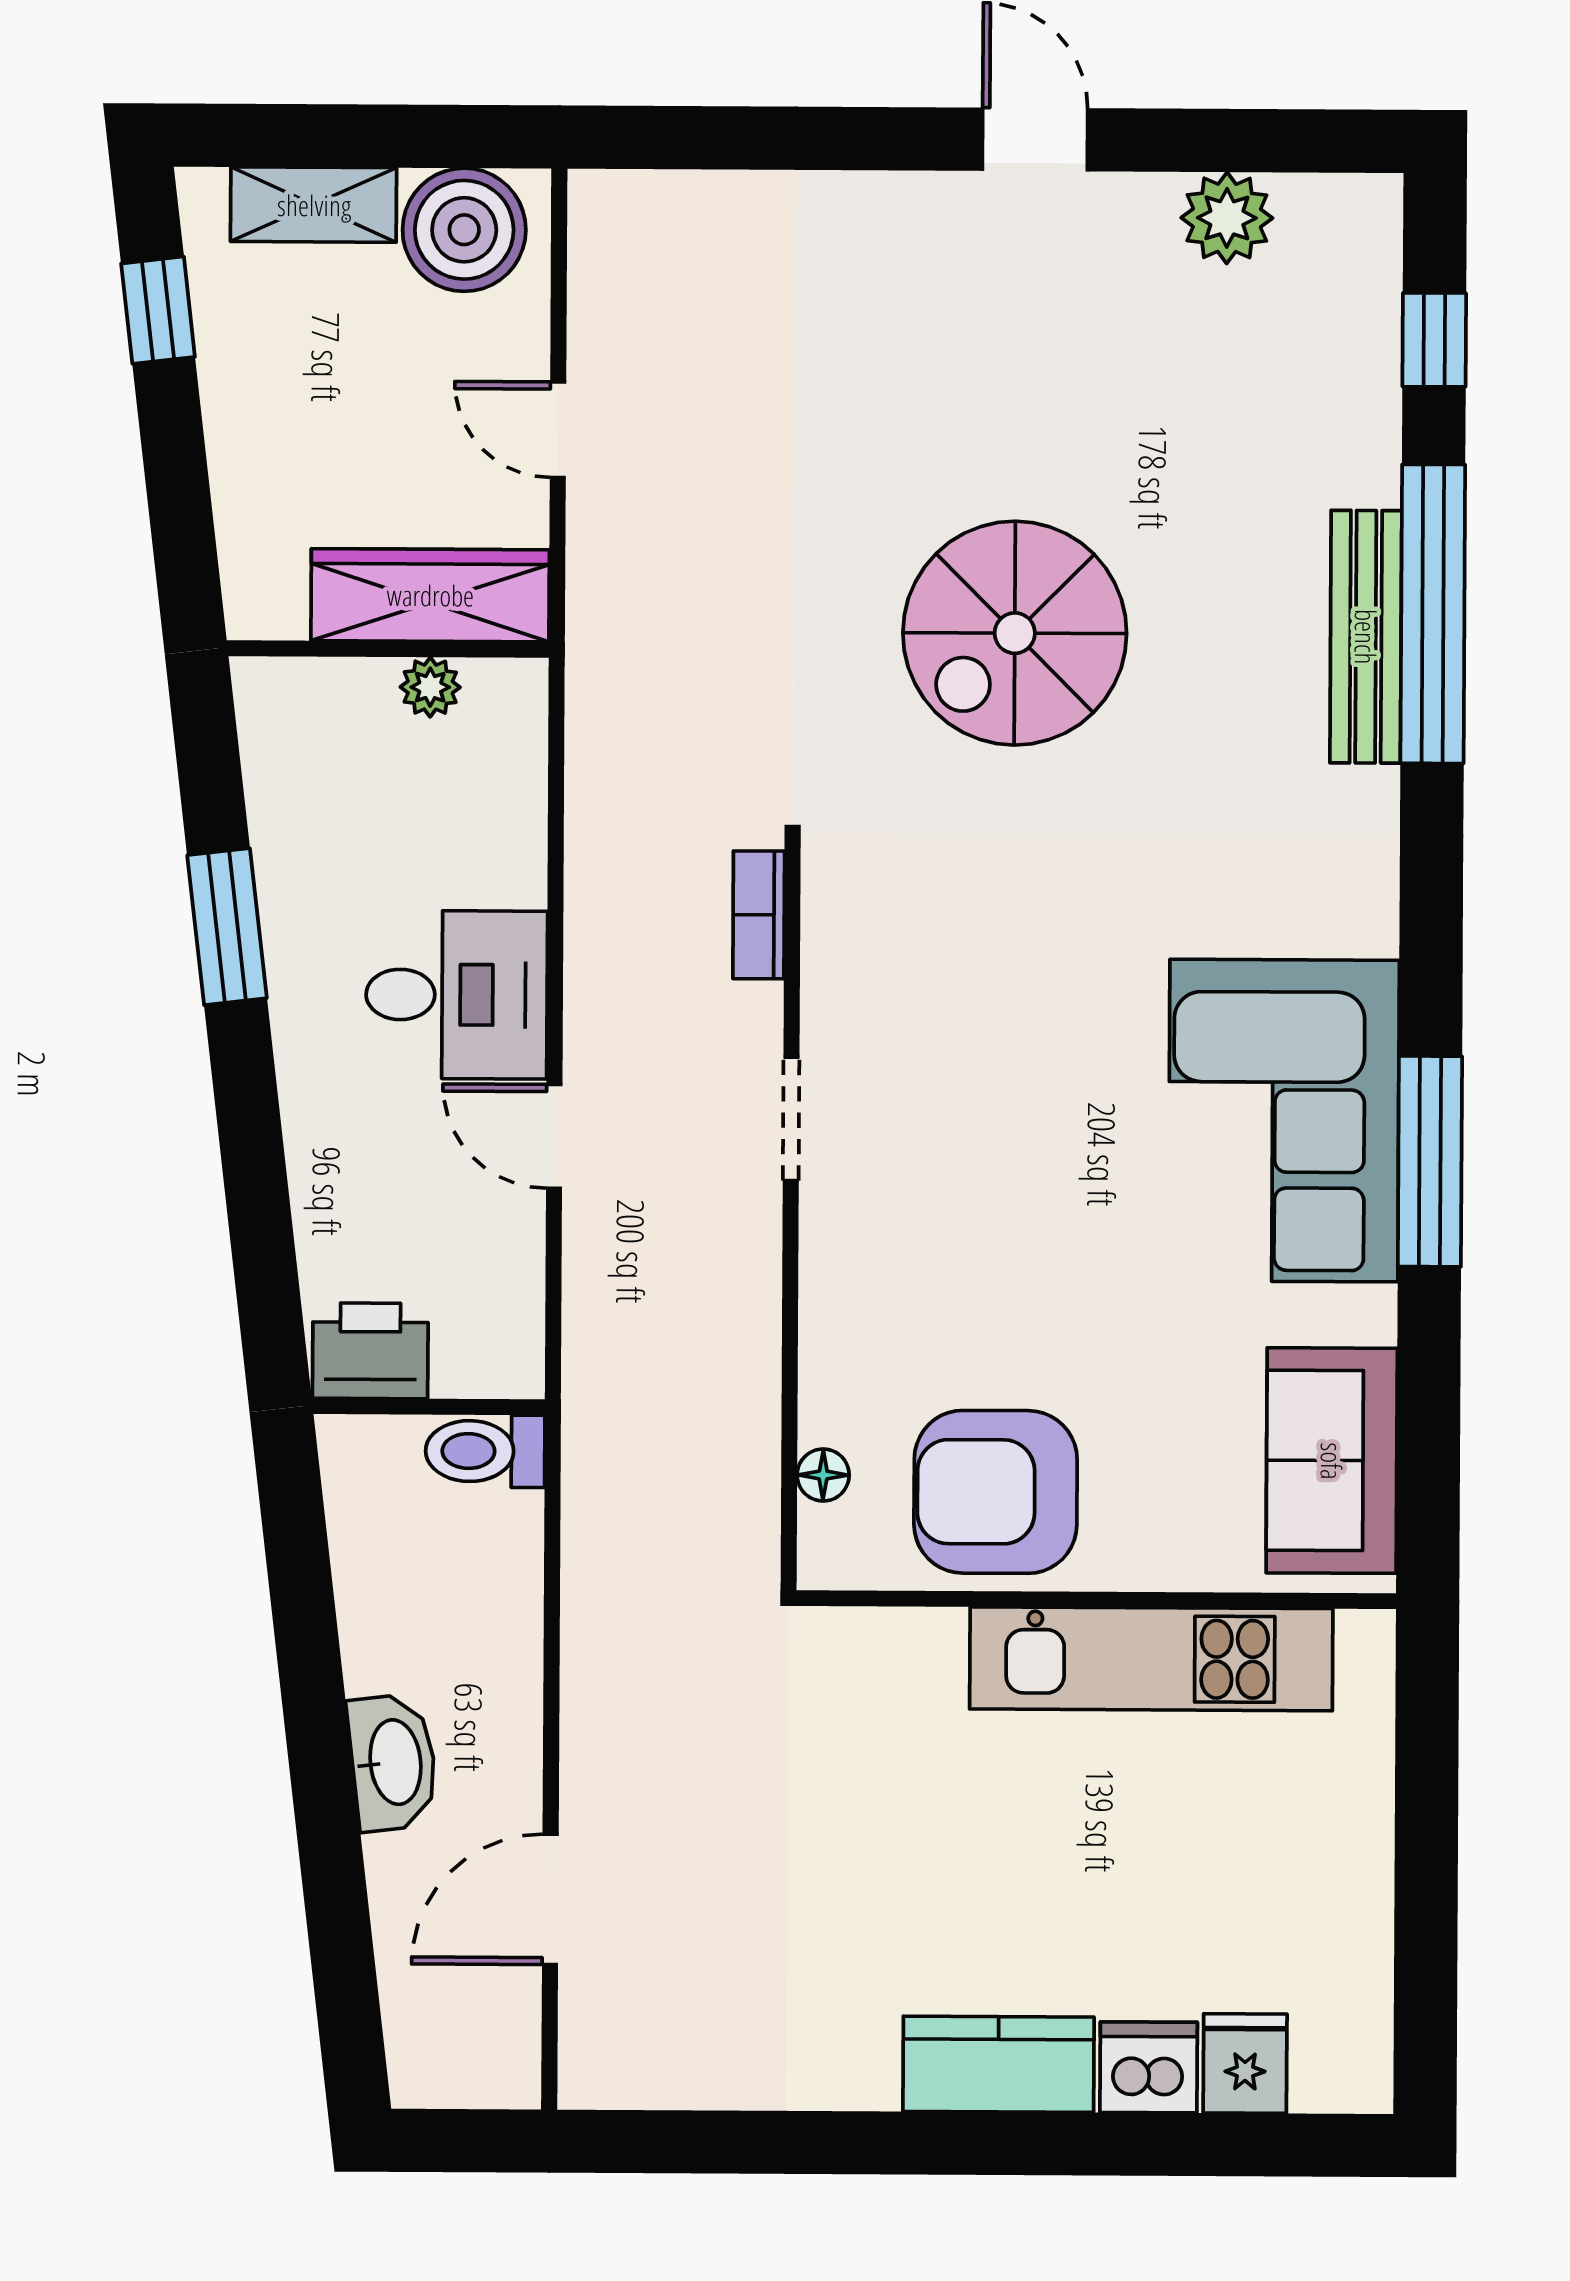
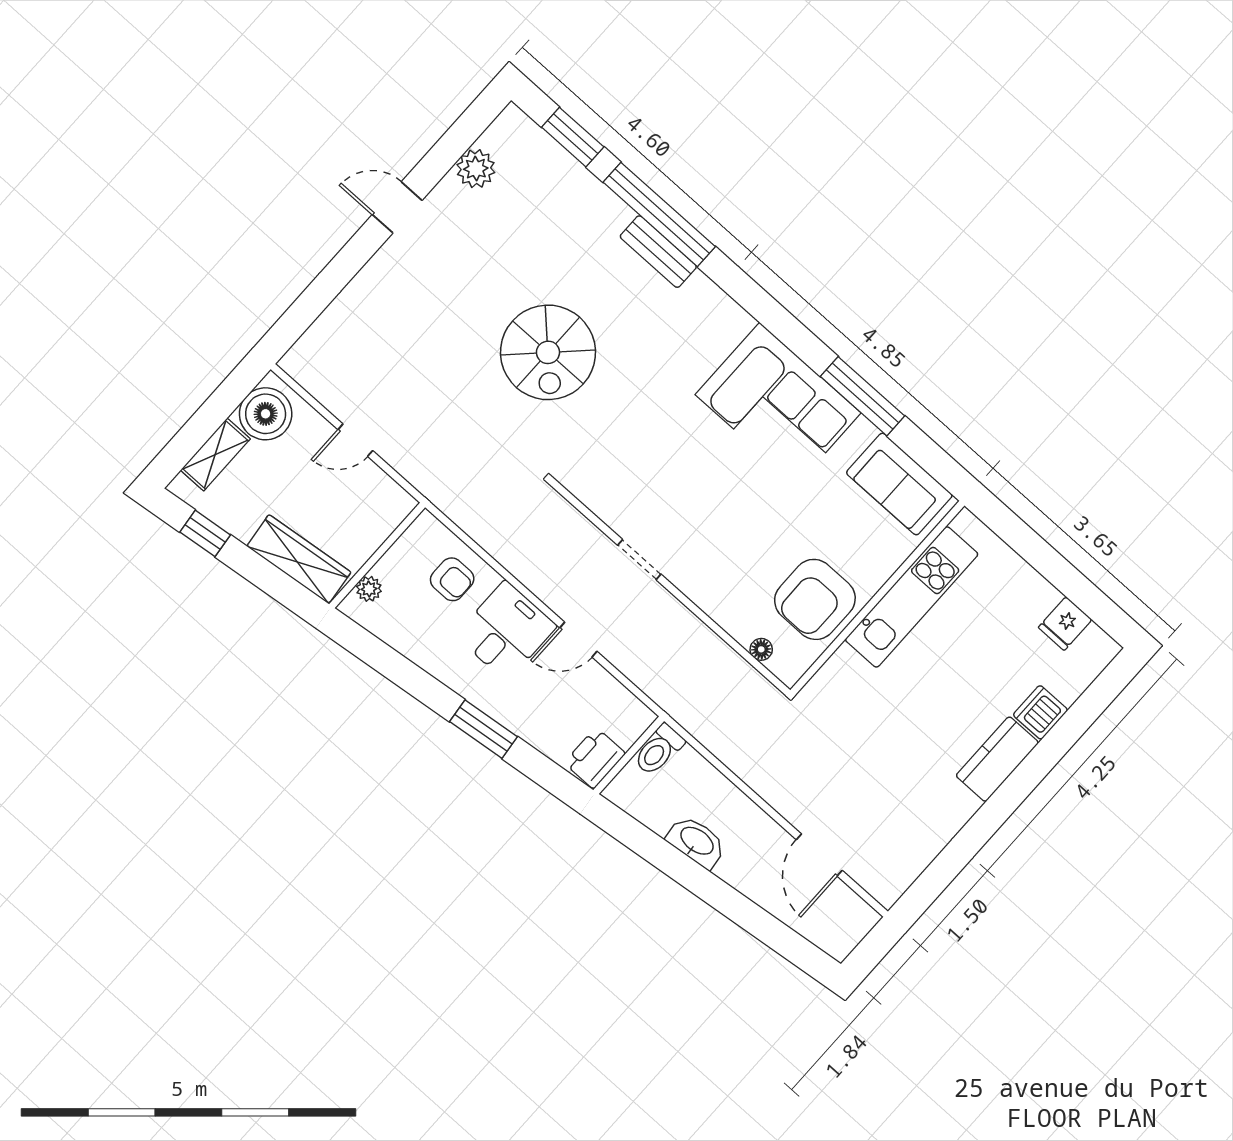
window: (1434, 340) -> (573, 137), width x1.50
wardrobe: (430, 595) -> (299, 559), moved, turned 83
bench: (1366, 637) -> (658, 252), width x0.73
plant: (430, 687) -> (369, 589), moved
armchair: (463, 819) -> (452, 579), added
bookcase: (759, 915) -> (565, 513), removed
window: (227, 927) -> (483, 729), moved
window: (1430, 1161) -> (863, 396), moved
washbasin: (393, 1762) -> (696, 842), moved
fridge: (1245, 2064) -> (1065, 623), moved, turned -90

